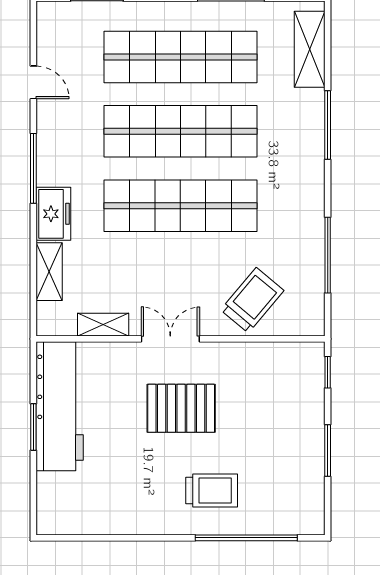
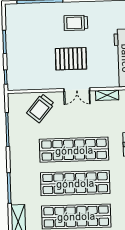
trolley: (212, 491) -> (76, 23), moved

